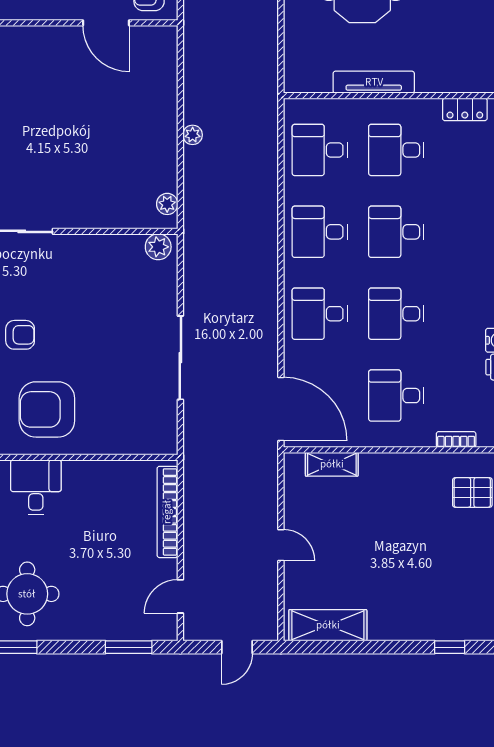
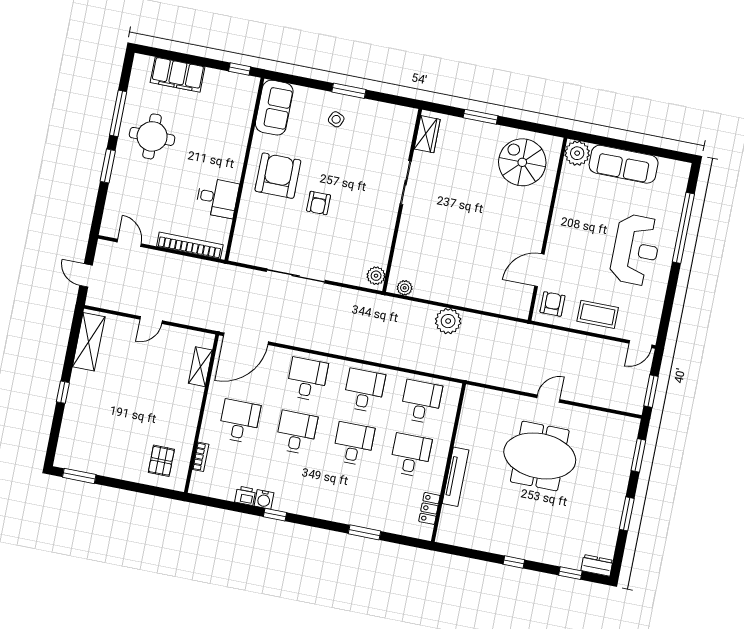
tv unit: (374, 82) -> (456, 477), moved
plant: (193, 135) -> (448, 321), width x1.87, depth x1.87
armchair: (20, 335) -> (319, 203), moved
desk: (36, 487) -> (217, 198), moved
window: (129, 647) -> (108, 166), moved
window: (450, 647) -> (63, 392), moved

